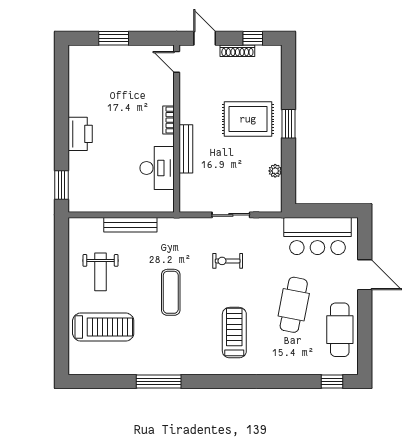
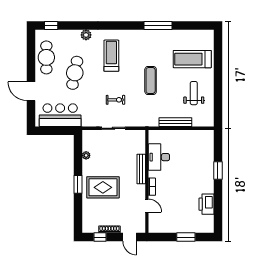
door: (177, 62) -> (147, 206), moved
printer: (80, 134) -> (206, 204), moved
window: (61, 185) -> (218, 170), moved
treadmill: (234, 333) -> (111, 56), turned 180
plant: (275, 366) -> (86, 35), added

